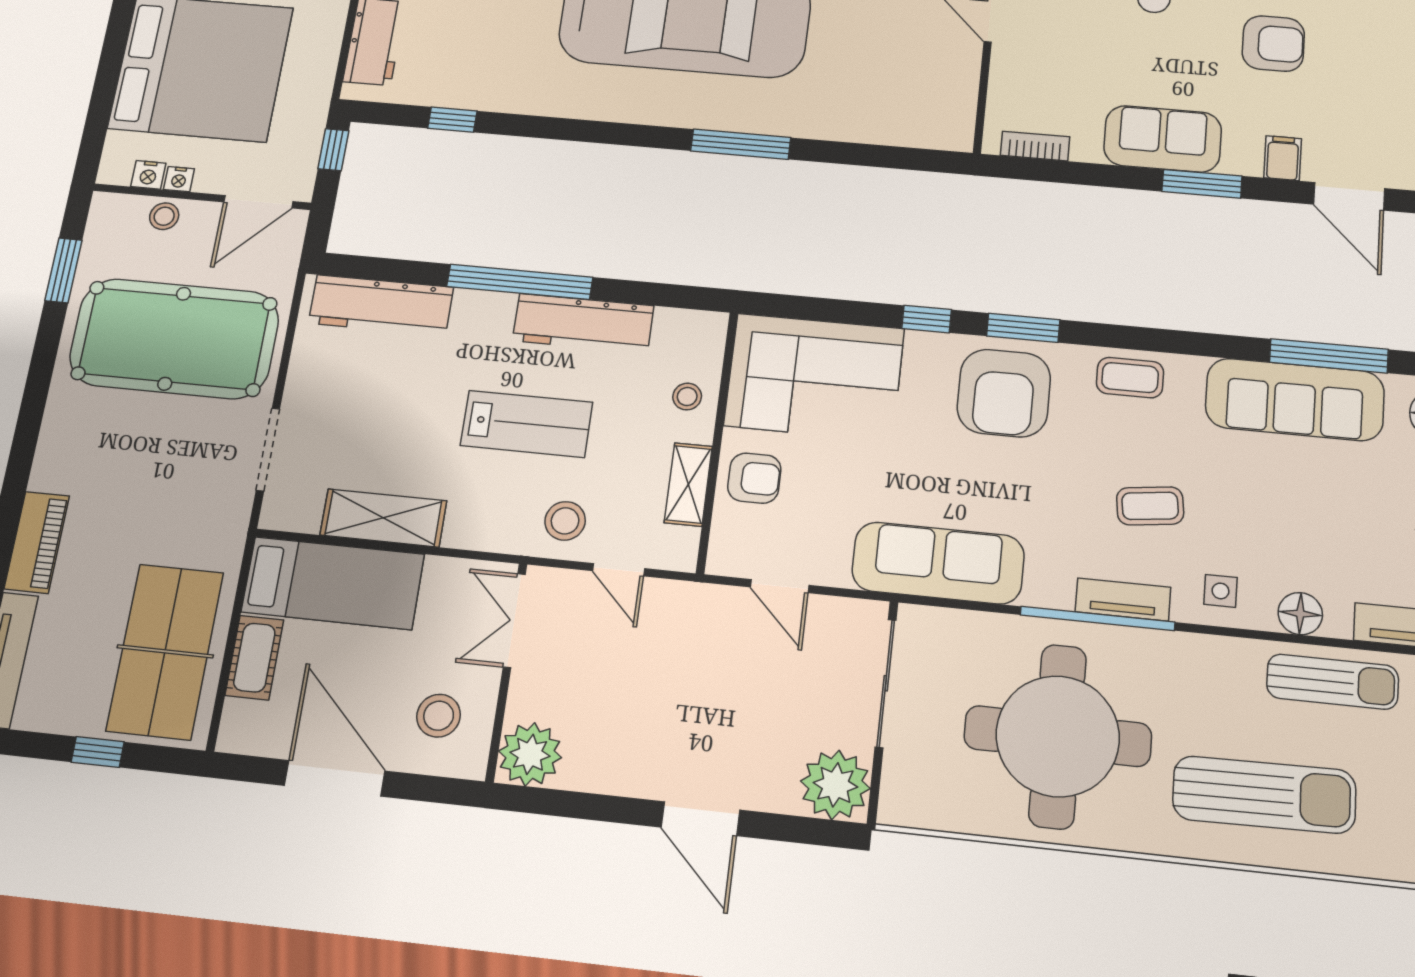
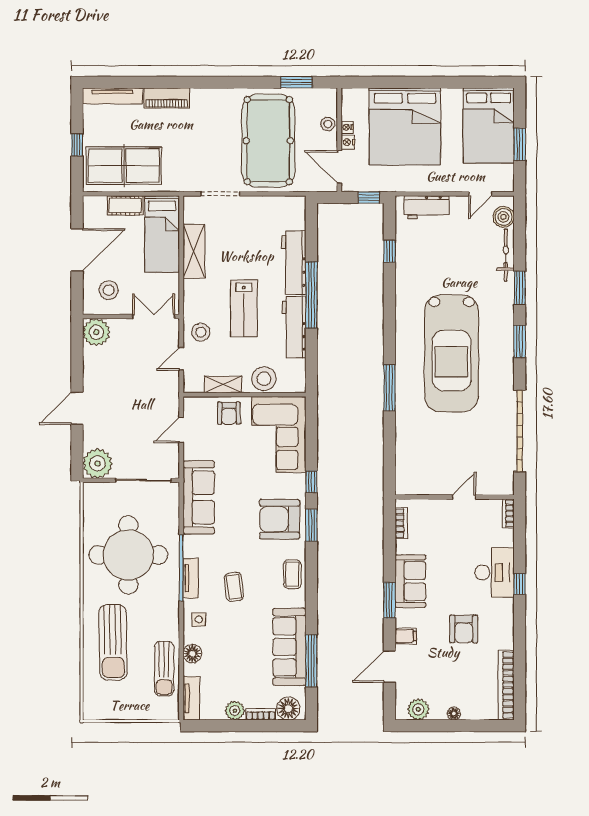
nightstand: (148, 175) -> (348, 142), moved
workbench: (381, 305) -> (294, 263), moved
stool: (687, 397) -> (264, 379), width x1.89, depth x1.89

